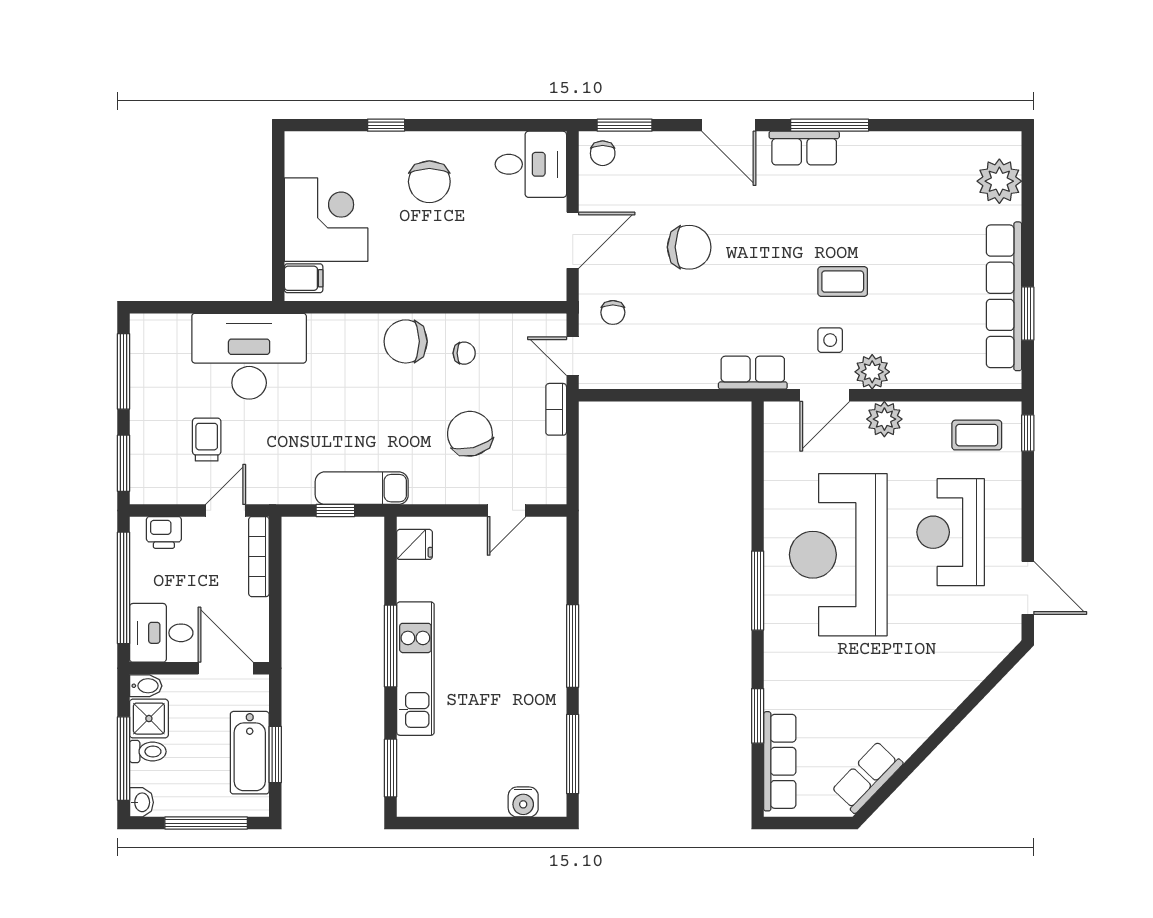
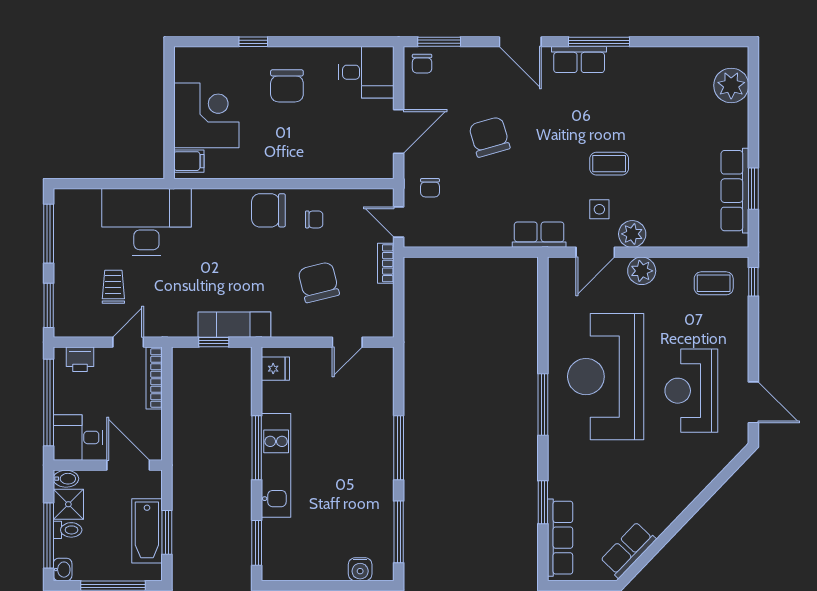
chair: (689, 247) -> (489, 137), turned -106
row of seats: (1004, 296) -> (735, 191), width x0.73
reception desk: (951, 532) -> (691, 391), moved

